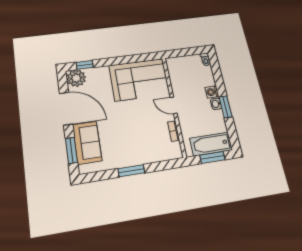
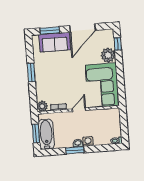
plant: (76, 78) -> (108, 55), moved
plant: (175, 152) -> (42, 106), added

